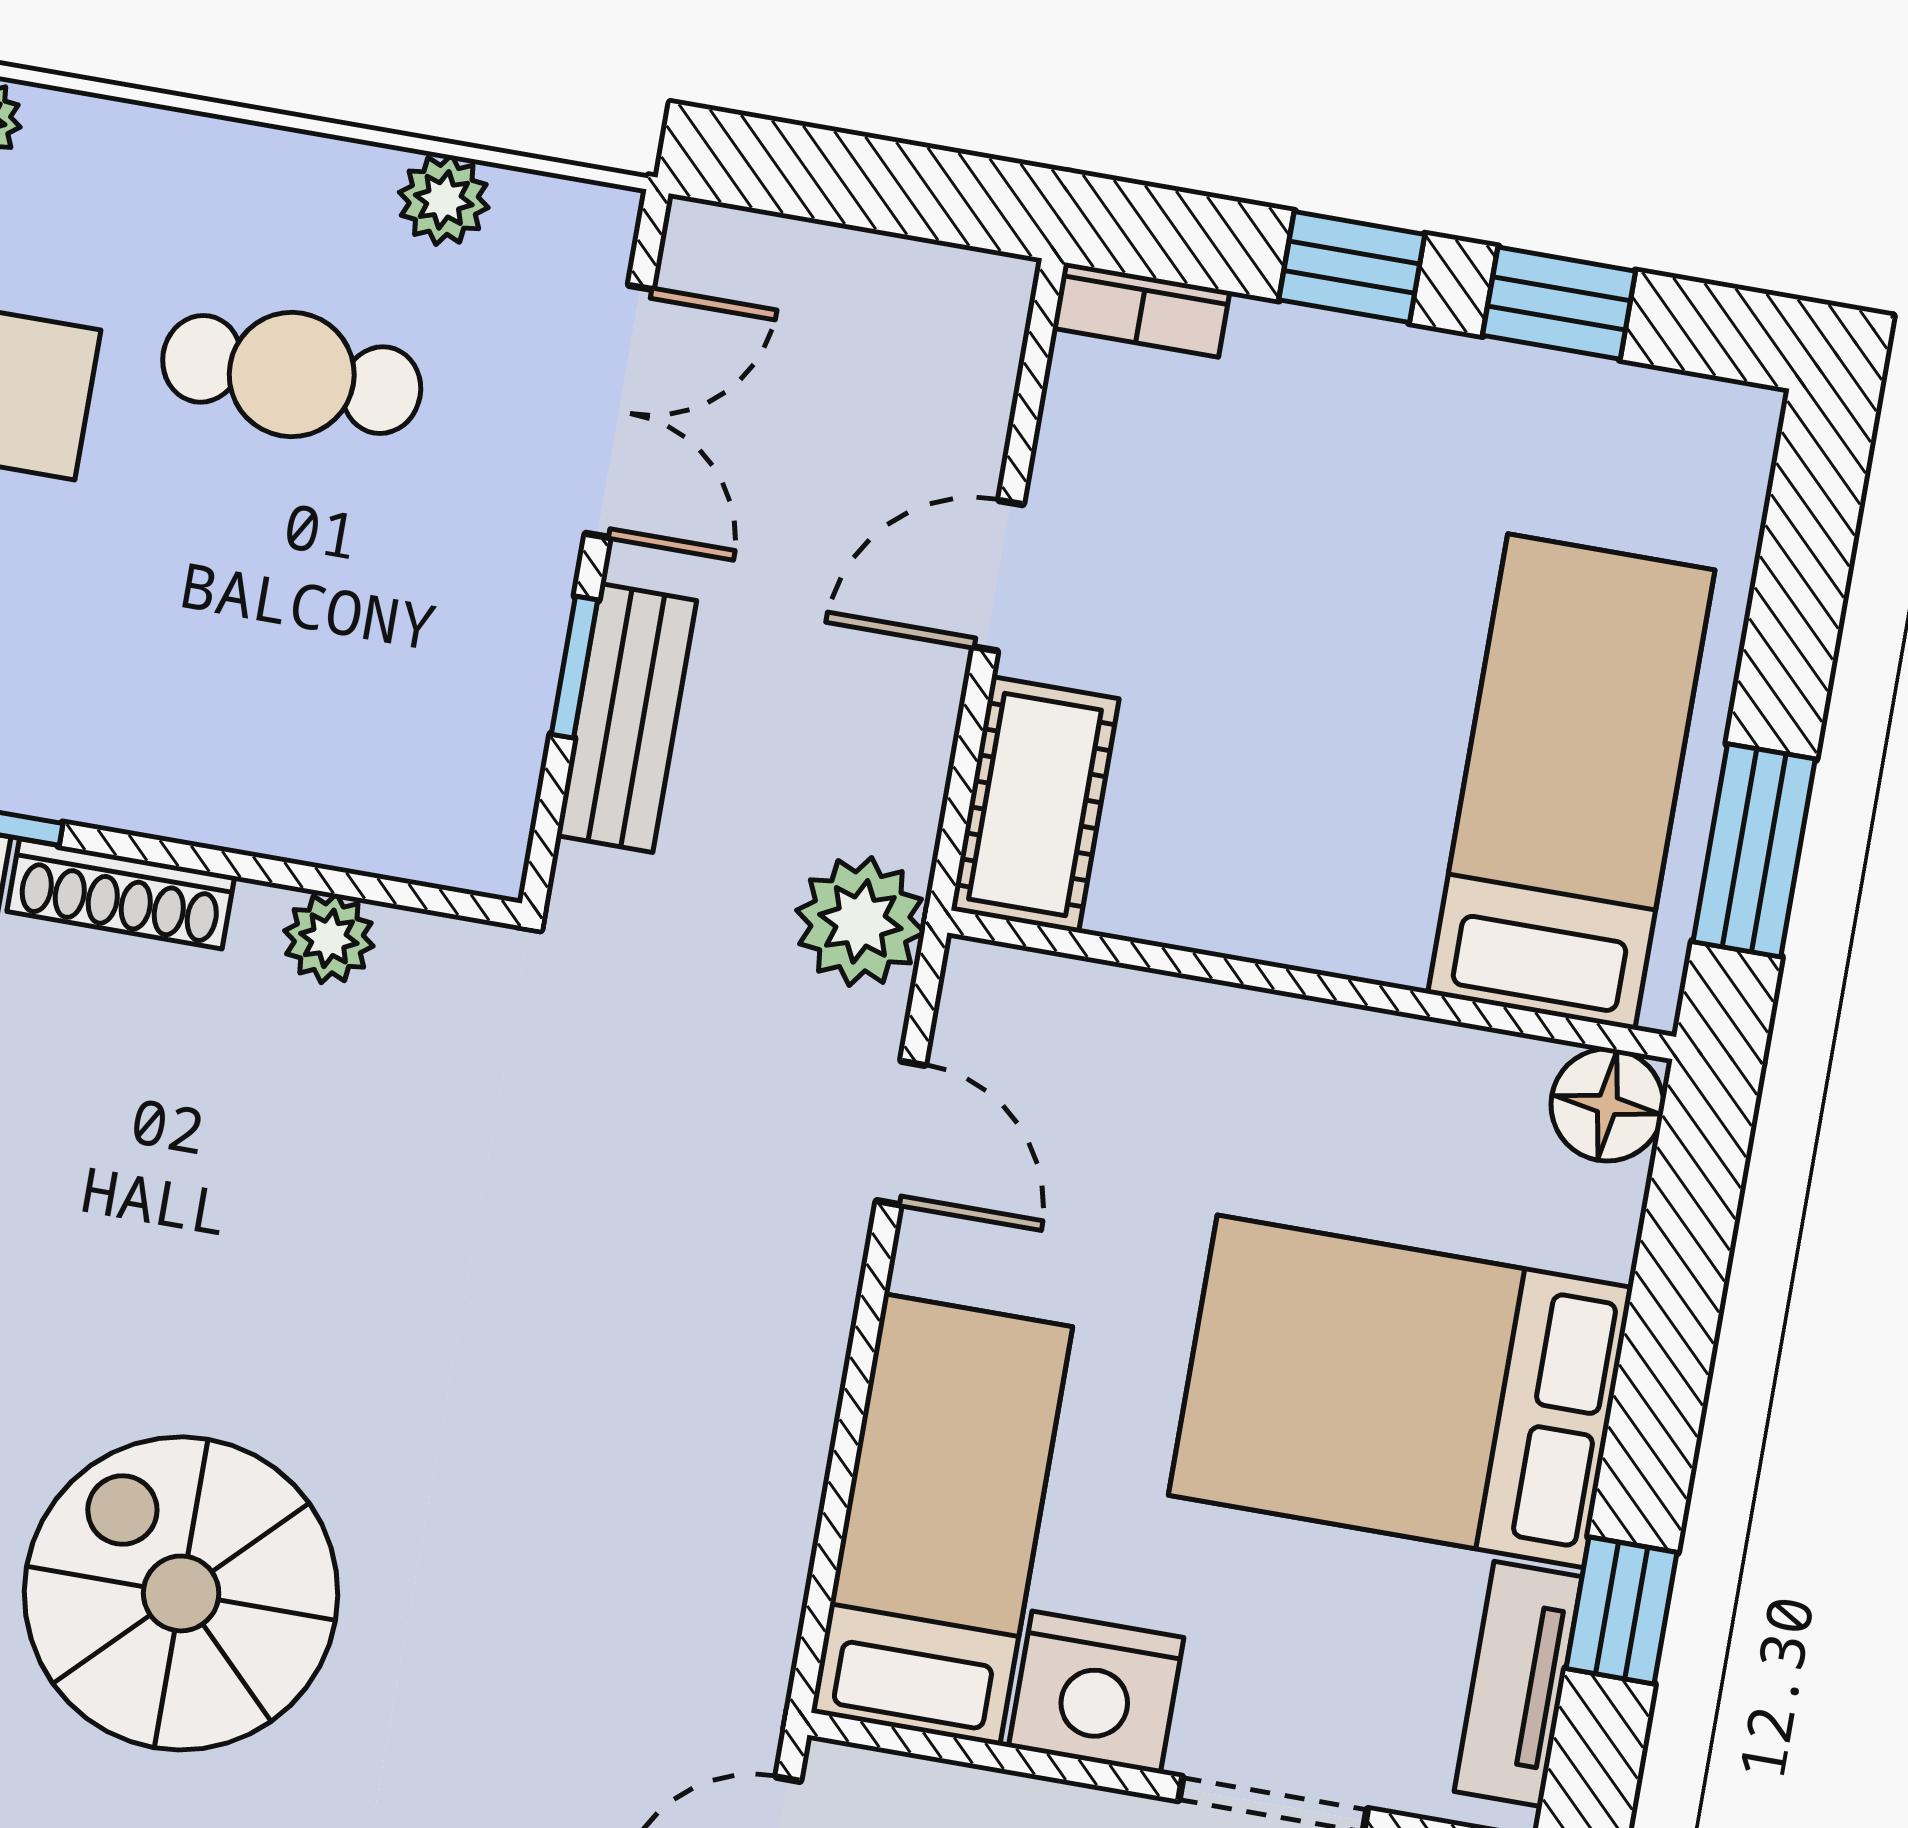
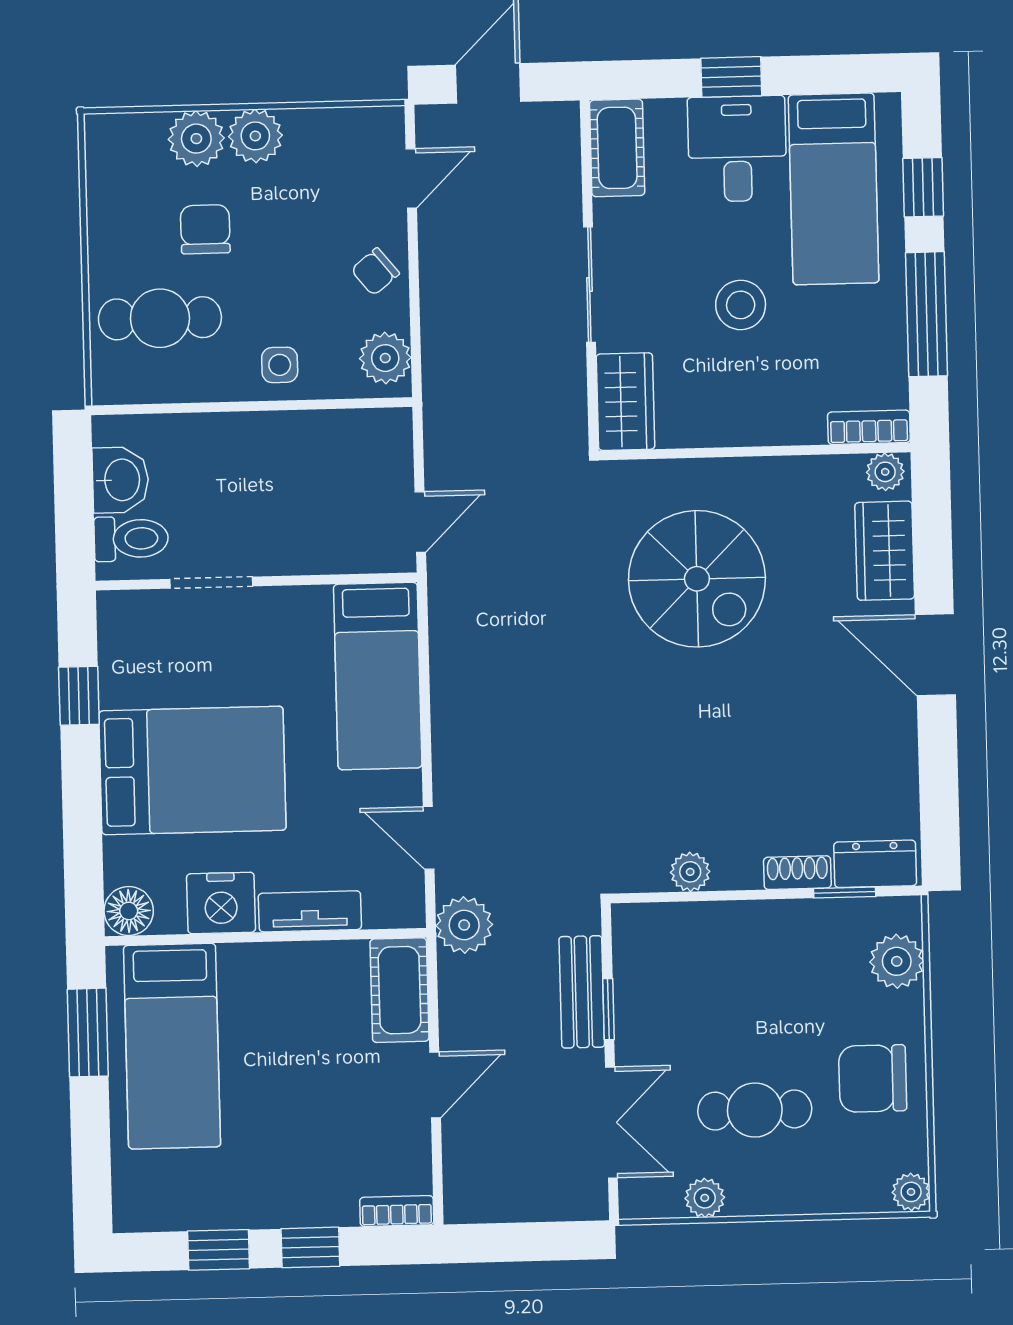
double door: (619, 411) -> (611, 1122), swing flipped
shoe rack: (121, 894) -> (797, 873), width x0.70
tv unit: (1518, 1684) -> (310, 911), moved, turned -90
nightstand: (1096, 1692) -> (221, 903), moved, turned 180

